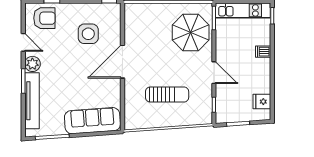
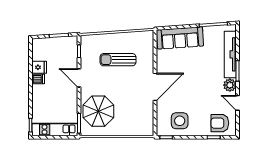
side table: (88, 34) -> (180, 121), moved
dishwasher: (263, 52) -> (38, 79), moved
fridge: (262, 102) -> (39, 67), moved

